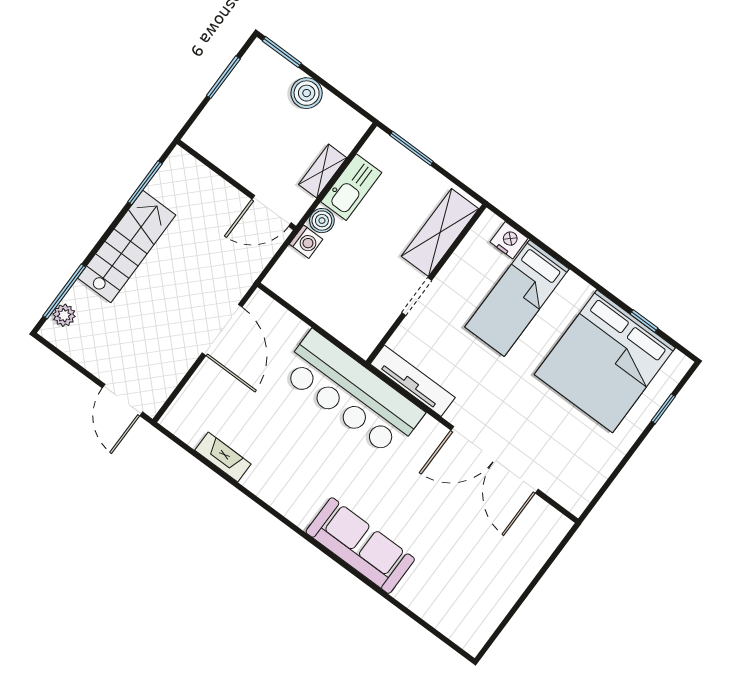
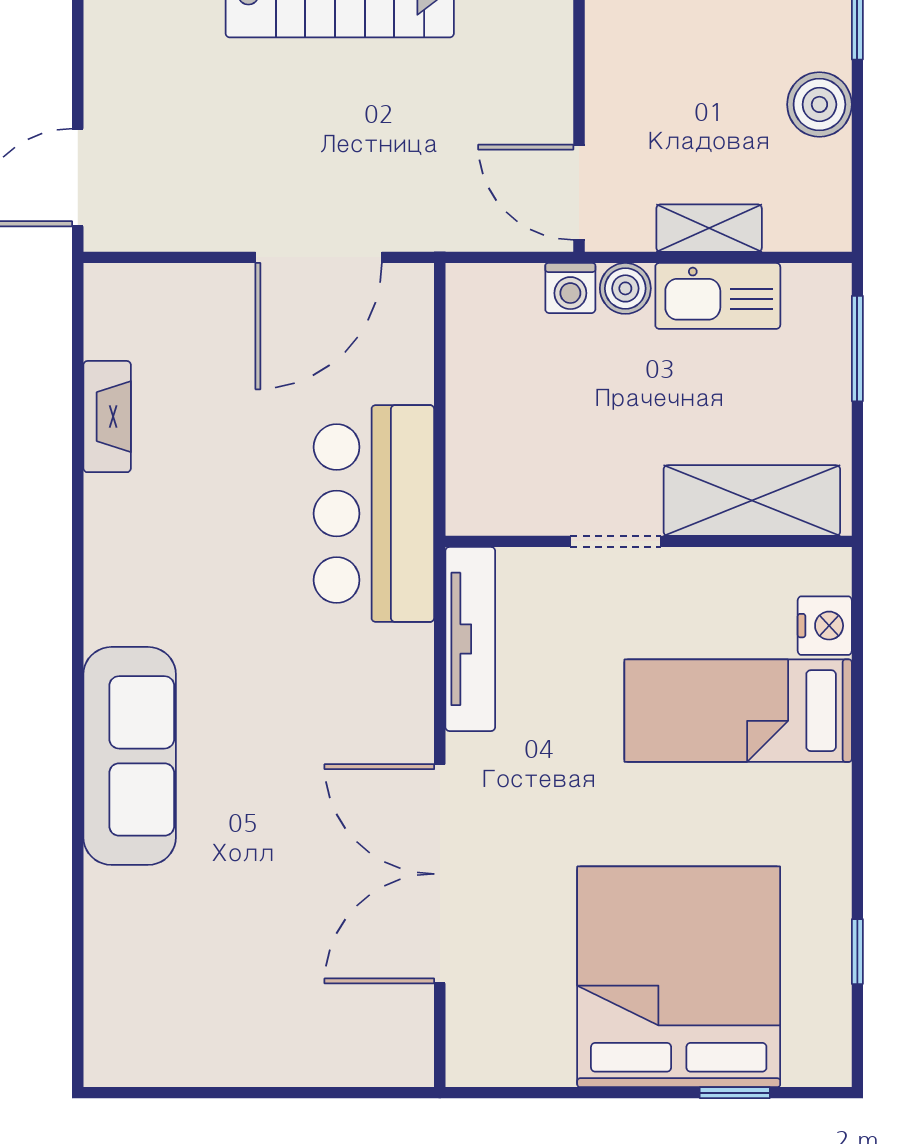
bed: (605, 361) -> (679, 977), moved, turned 90
bar counter: (352, 393) -> (374, 514), width x0.73

